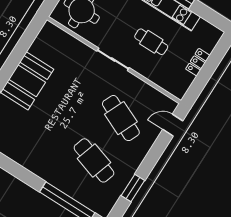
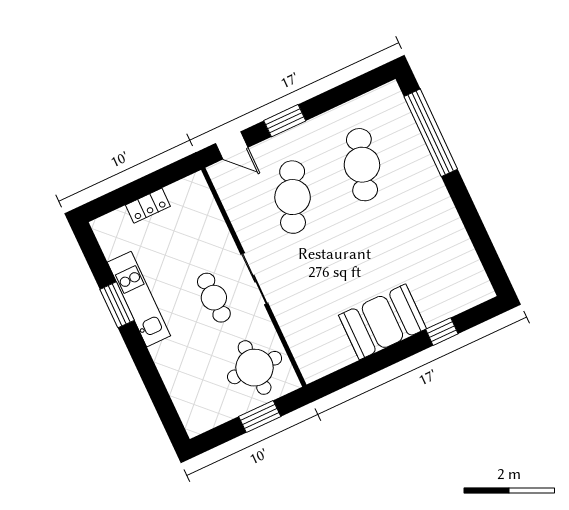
cafe table: (151, 42) -> (214, 298), moved
window: (133, 188) -> (285, 121), moved

